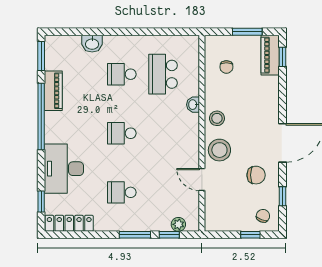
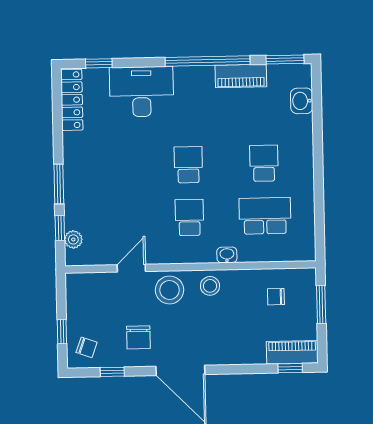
window: (247, 32) -> (321, 304), moved
washbasin: (92, 44) -> (302, 101), moved
school desk: (122, 192) -> (189, 217), moved

